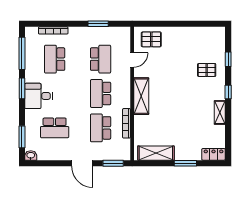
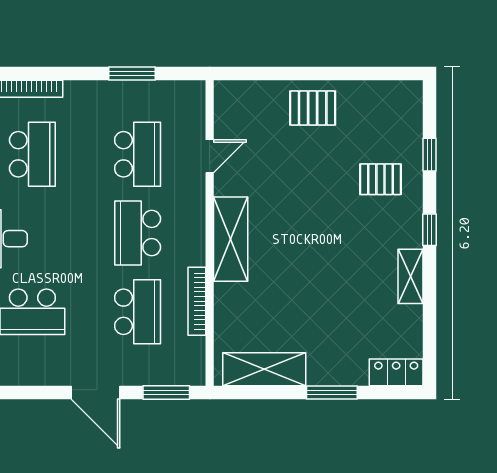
pallet: (151, 39) -> (313, 108), moved
school desk: (55, 59) -> (32, 154), turned 180
school desk: (101, 128) -> (138, 312), turned 180

